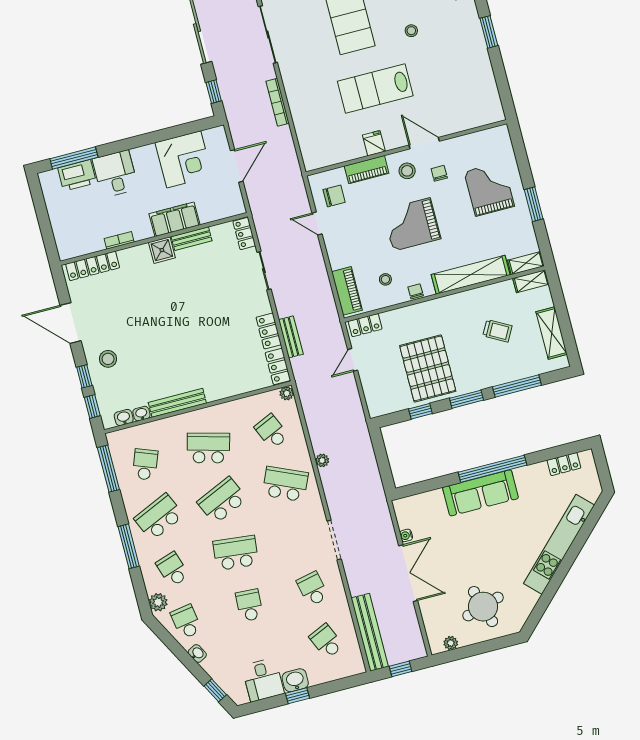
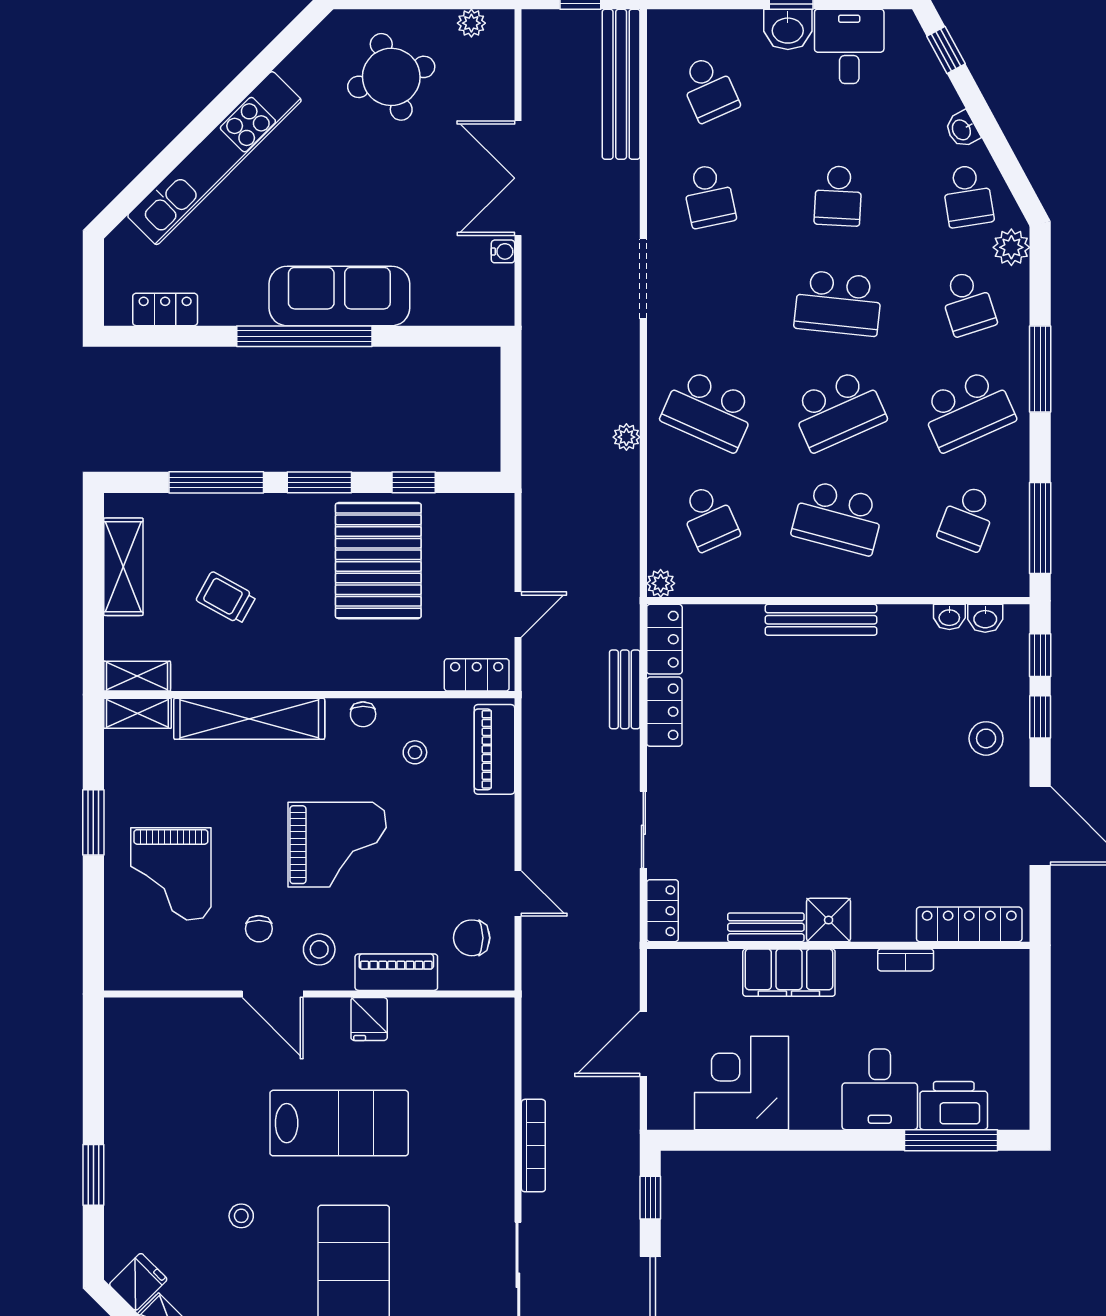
bench: (177, 403) -> (821, 620), moved

